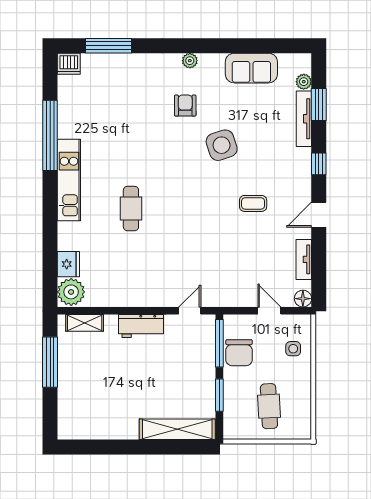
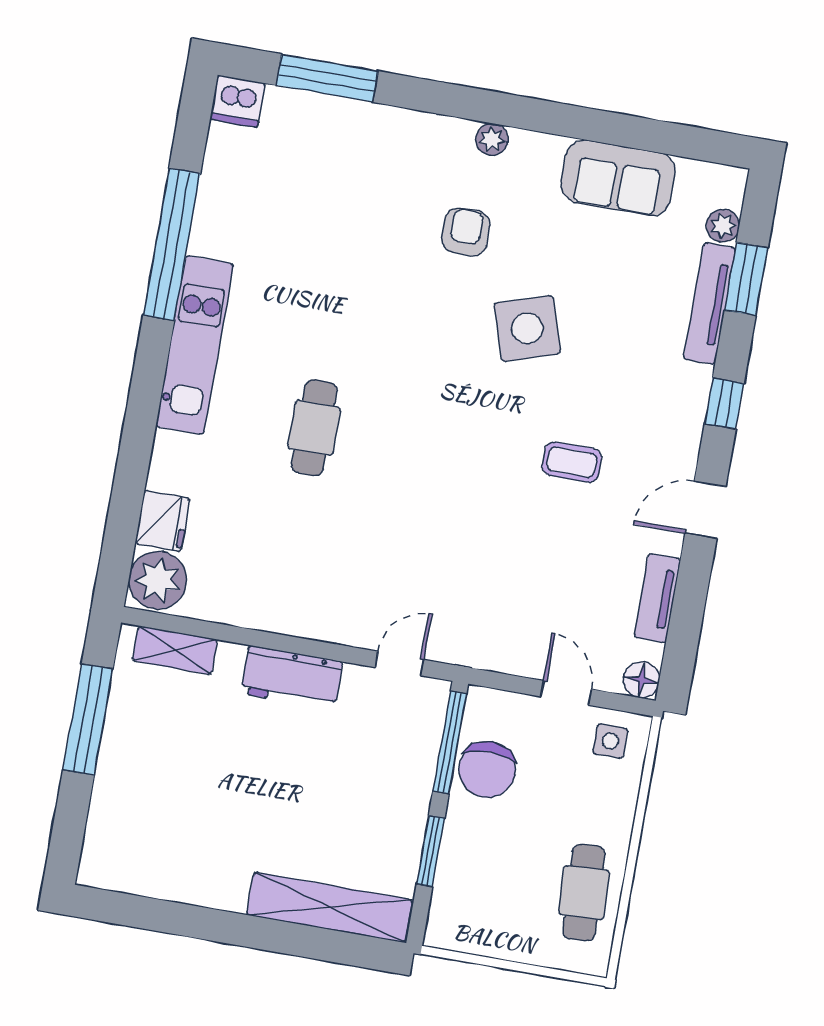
side table: (293, 349) -> (610, 741), moved
cafe table: (269, 406) -> (584, 892), moved

